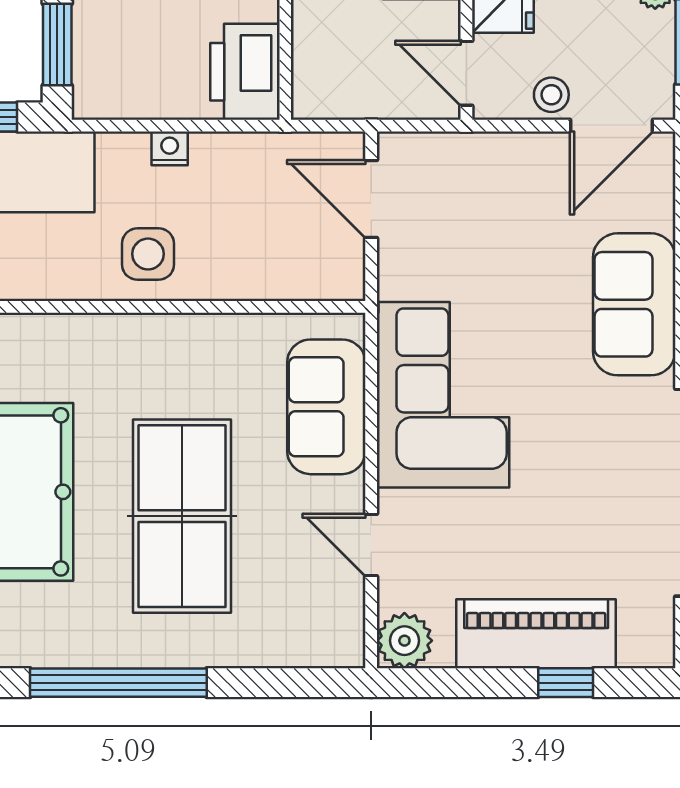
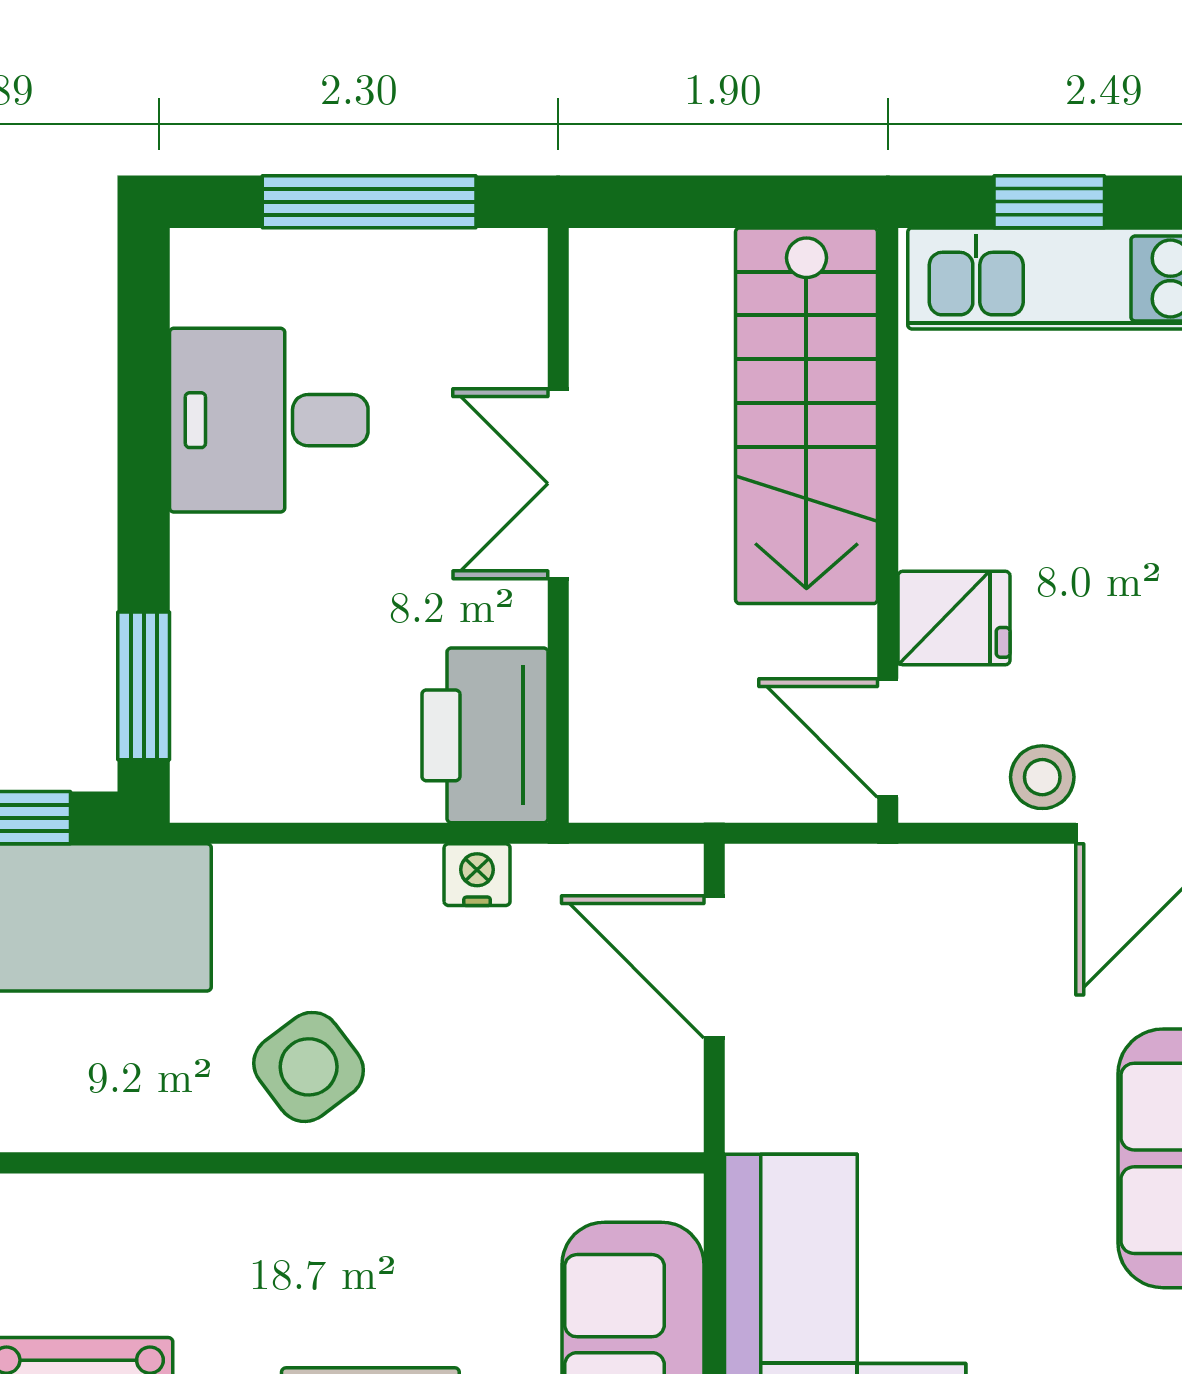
nightstand: (170, 148) -> (477, 875), moved
side table: (148, 254) -> (309, 1067), turned -37

